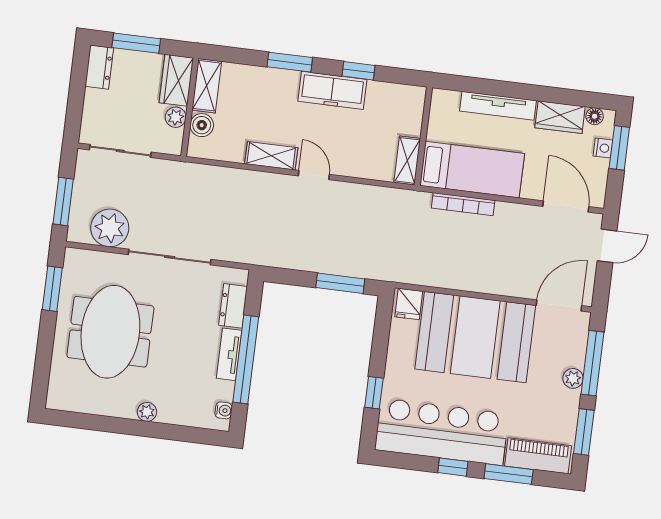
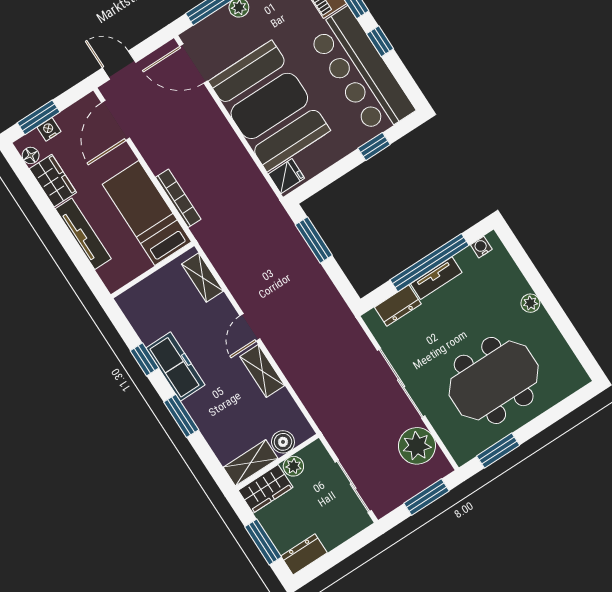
shelving: (407, 160) -> (202, 277), moved, turned 90

